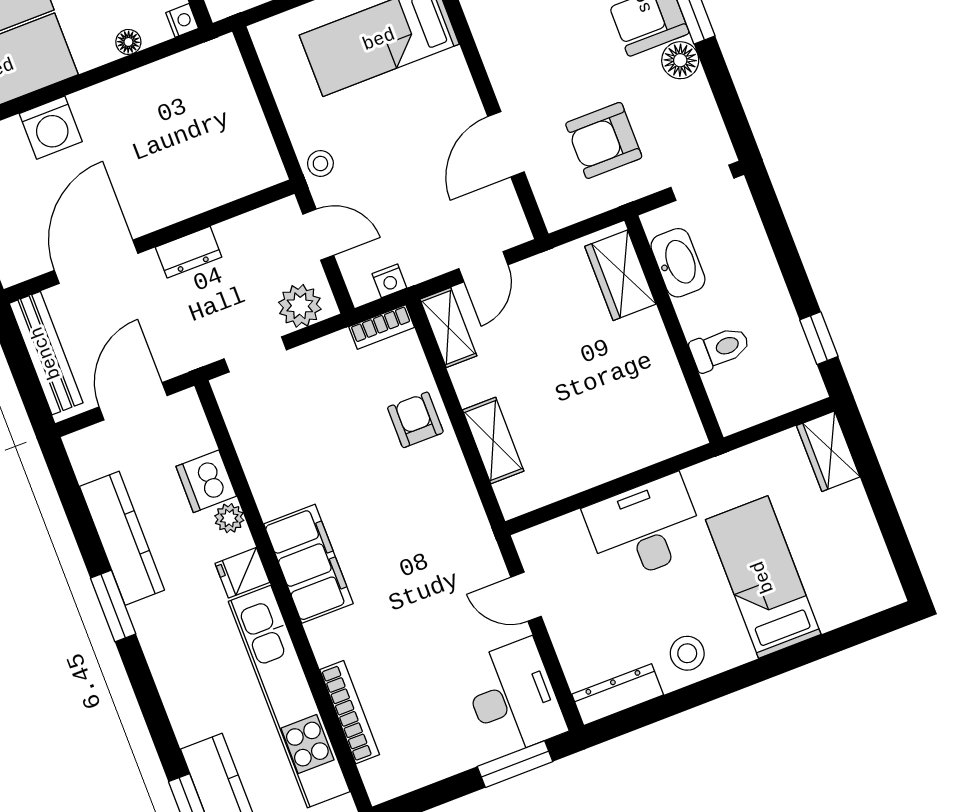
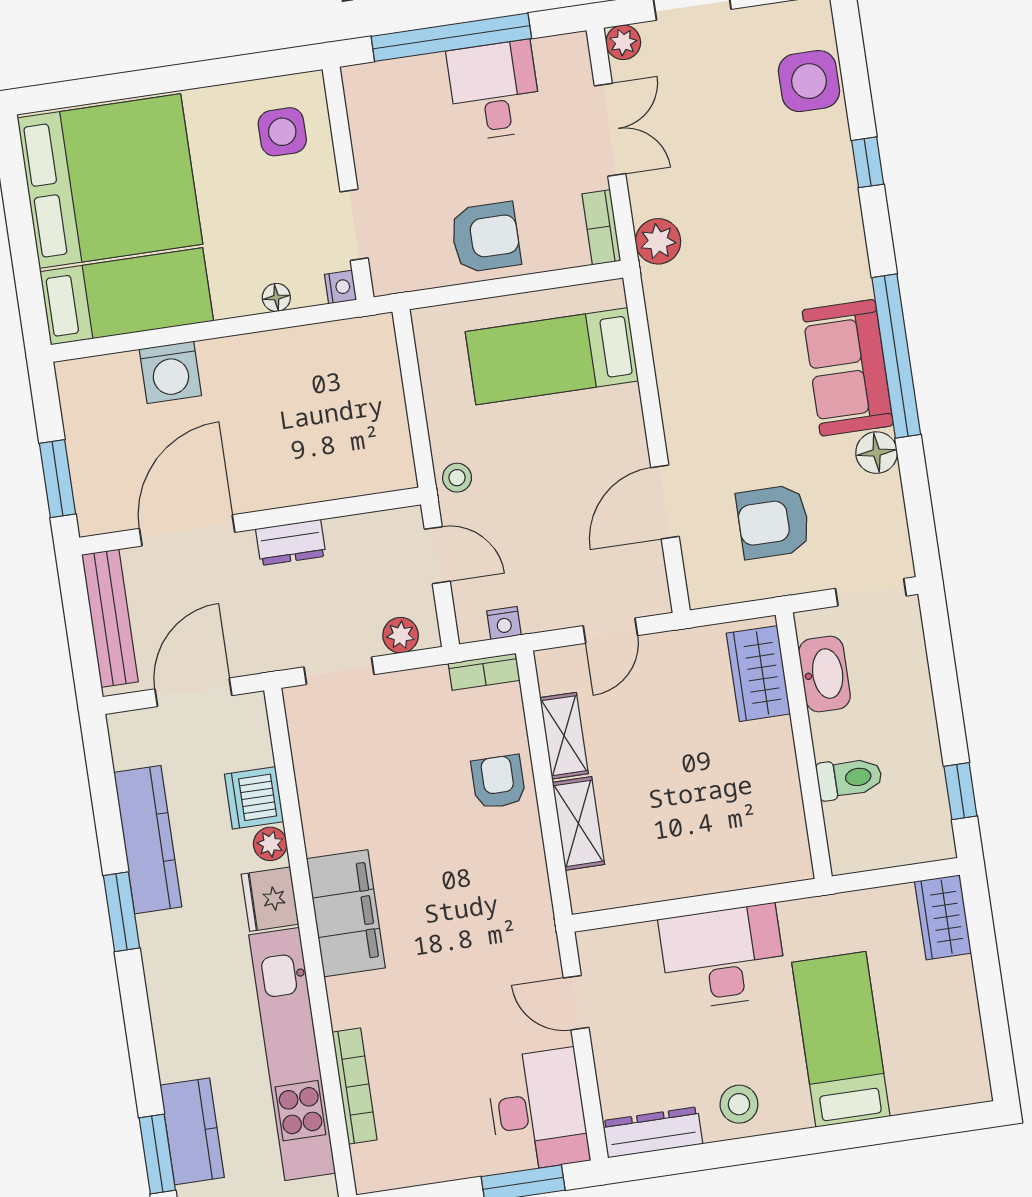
plant: (300, 306) -> (401, 635), width x0.73, depth x0.73
shelving: (448, 328) -> (564, 736), moved
fridge: (242, 573) -> (270, 899), width x1.38

